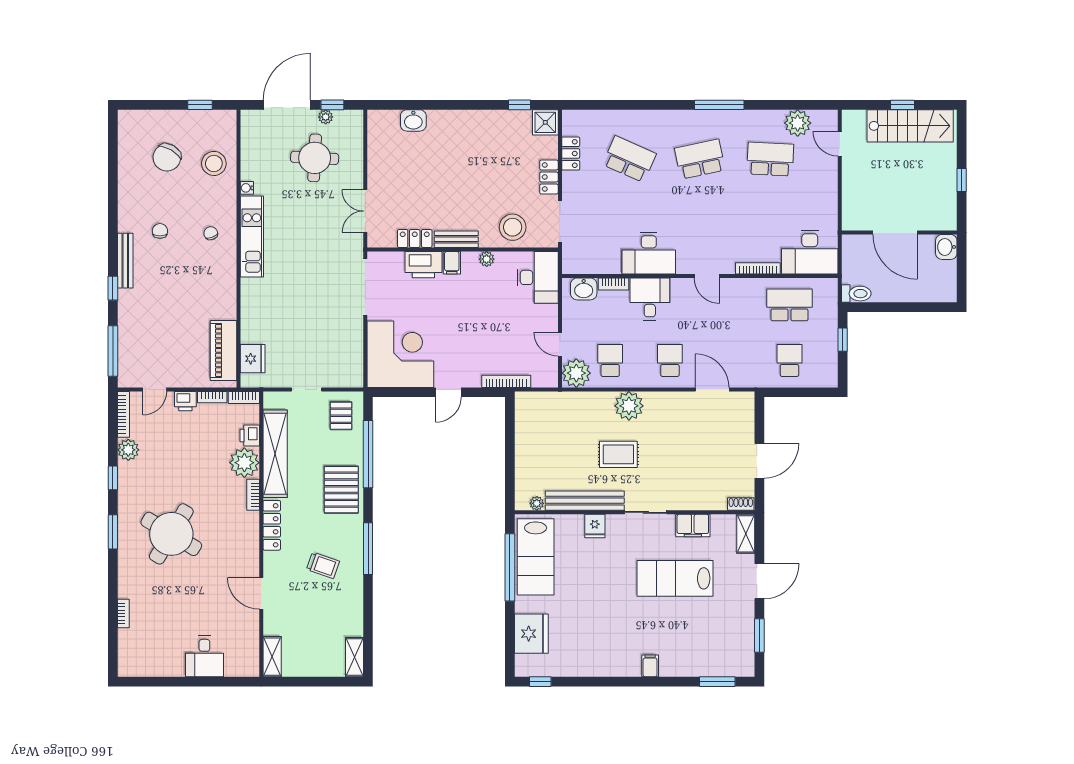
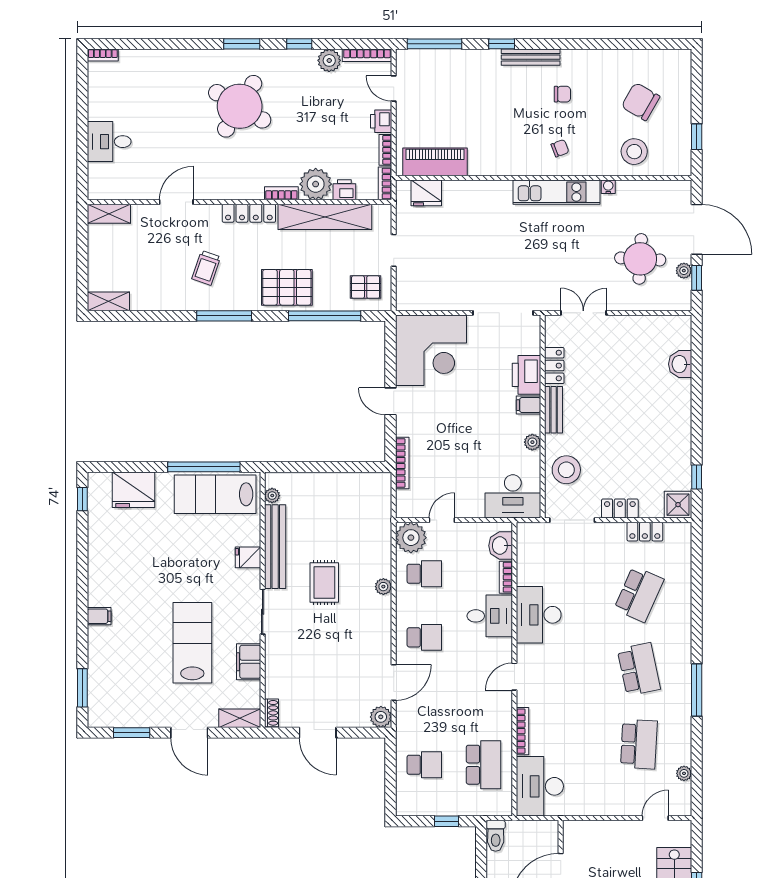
plant: (798, 123) -> (684, 773), width x0.53, depth x0.53
plant: (745, 401) -> (381, 717), added
plant: (629, 406) -> (383, 587), width x0.53, depth x0.53
bookcase: (123, 613) -> (103, 55), moved

